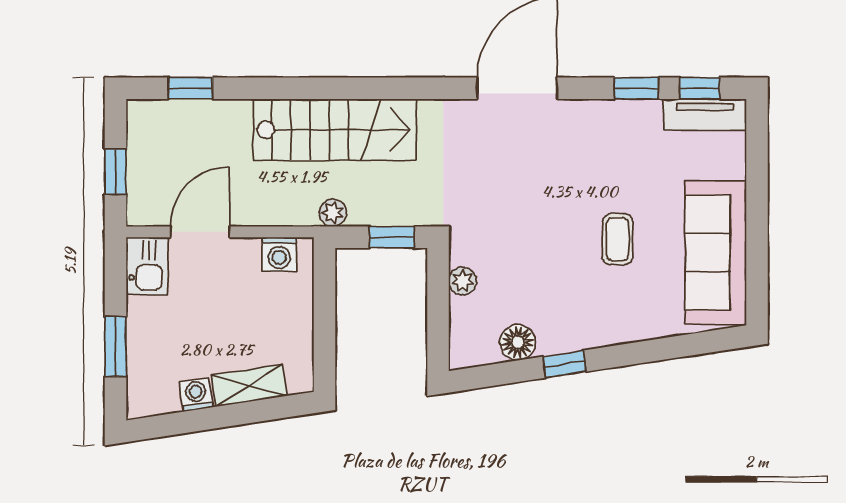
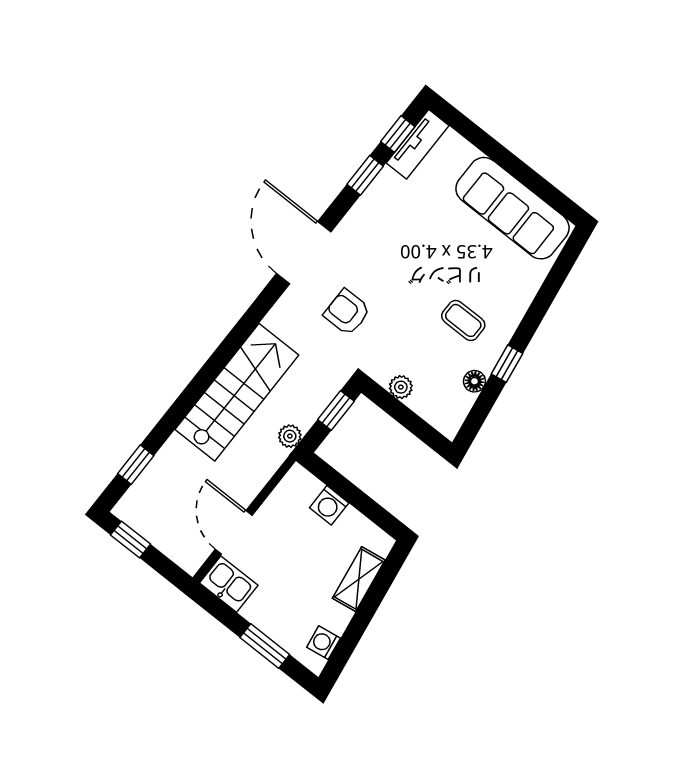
window: (115, 172) -> (130, 540), moved
armchair: (493, 174) -> (347, 312), added
coffee table: (618, 239) -> (463, 320), moved
washing machine: (279, 254) -> (329, 505), moved, turned 90
floor lamp: (518, 342) -> (474, 381), width x0.73, depth x0.73
washing machine: (196, 395) -> (324, 643), moved

